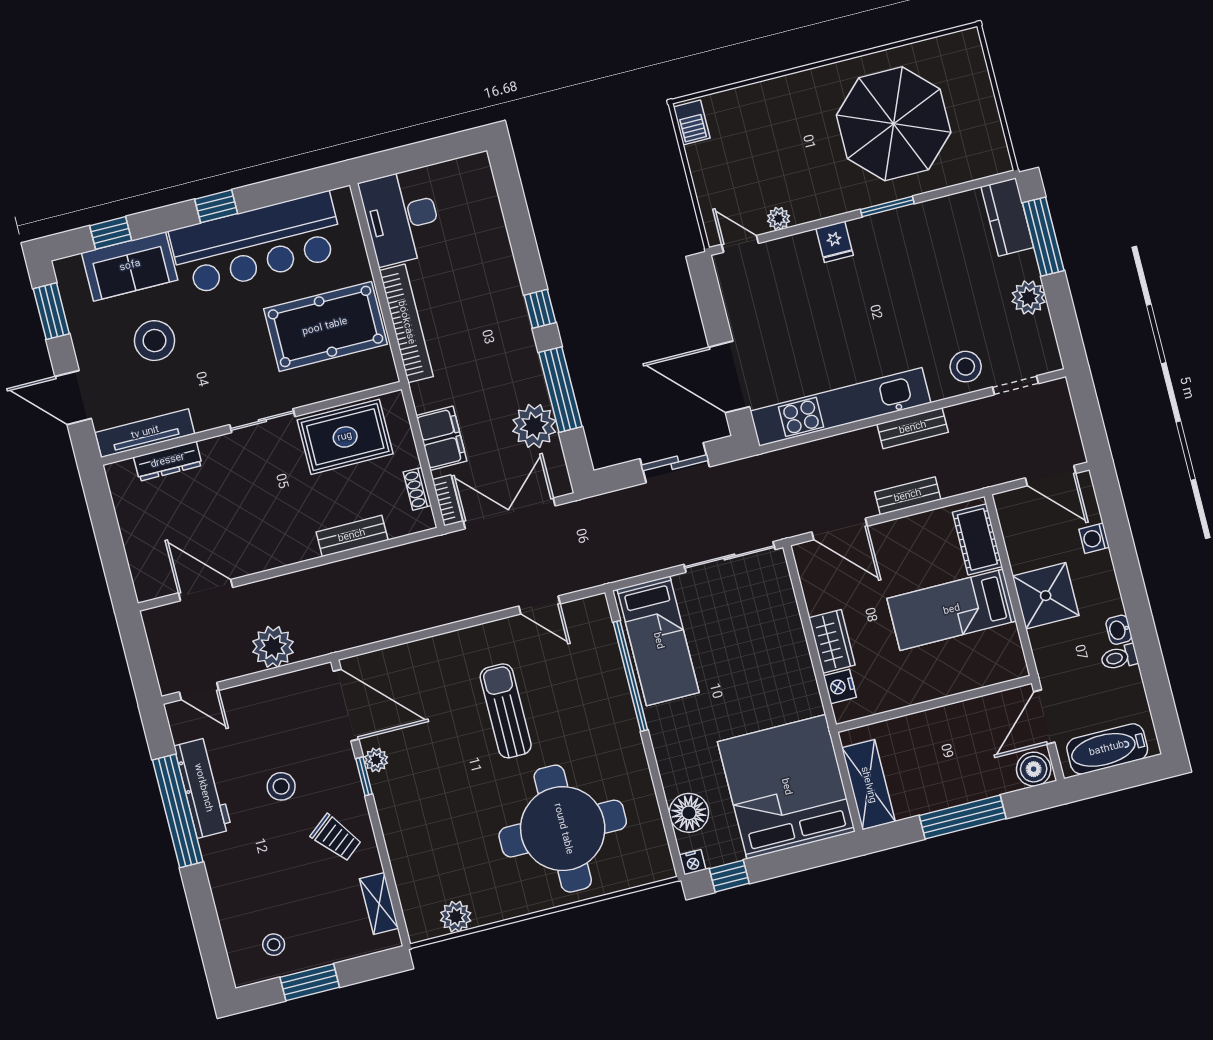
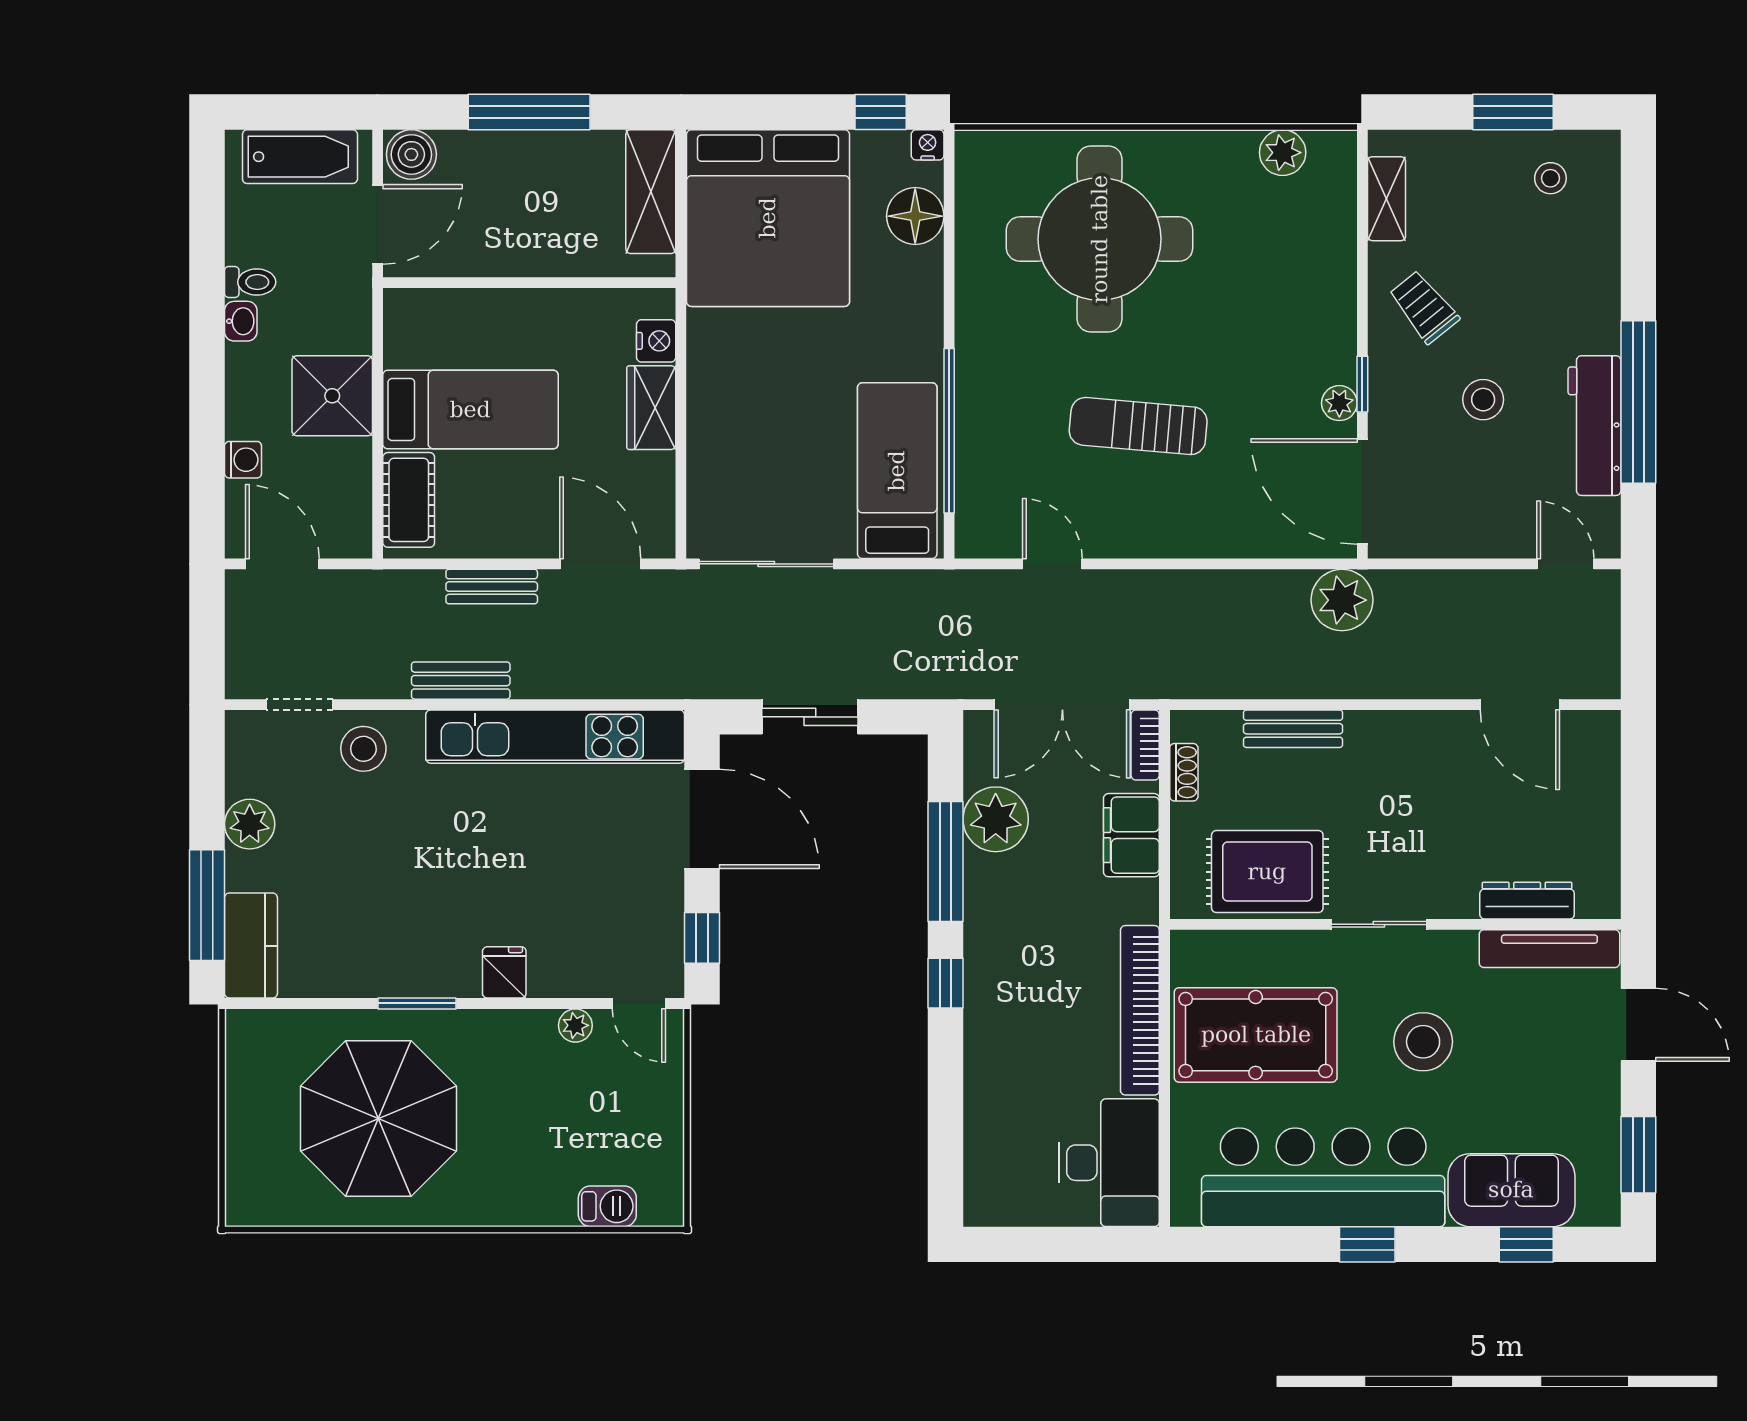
barbecue: (692, 122) -> (607, 1206), moved, turned 90
window: (709, 298) -> (702, 938), added
stool: (155, 341) -> (1423, 1042), moved
plant: (273, 647) -> (1342, 600), moved
sun lounger: (506, 711) -> (1138, 426), turned 95

